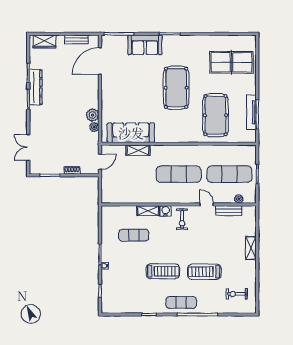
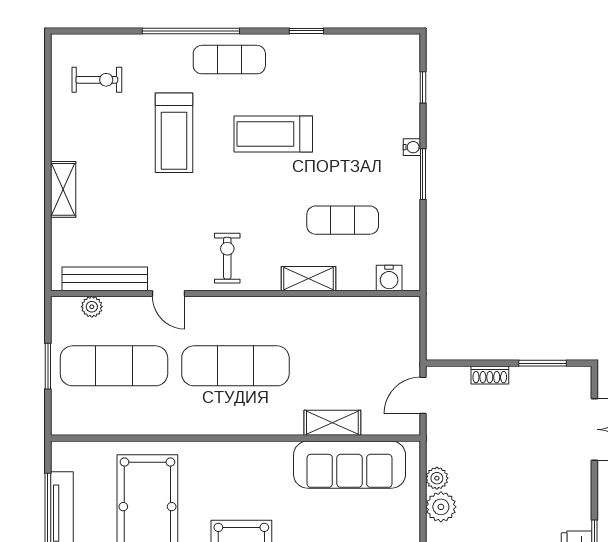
water cooler: (166, 211) -> (389, 278), moved
bench: (229, 211) -> (105, 279), width x1.36
treadmill: (204, 272) -> (174, 133), turned 90

